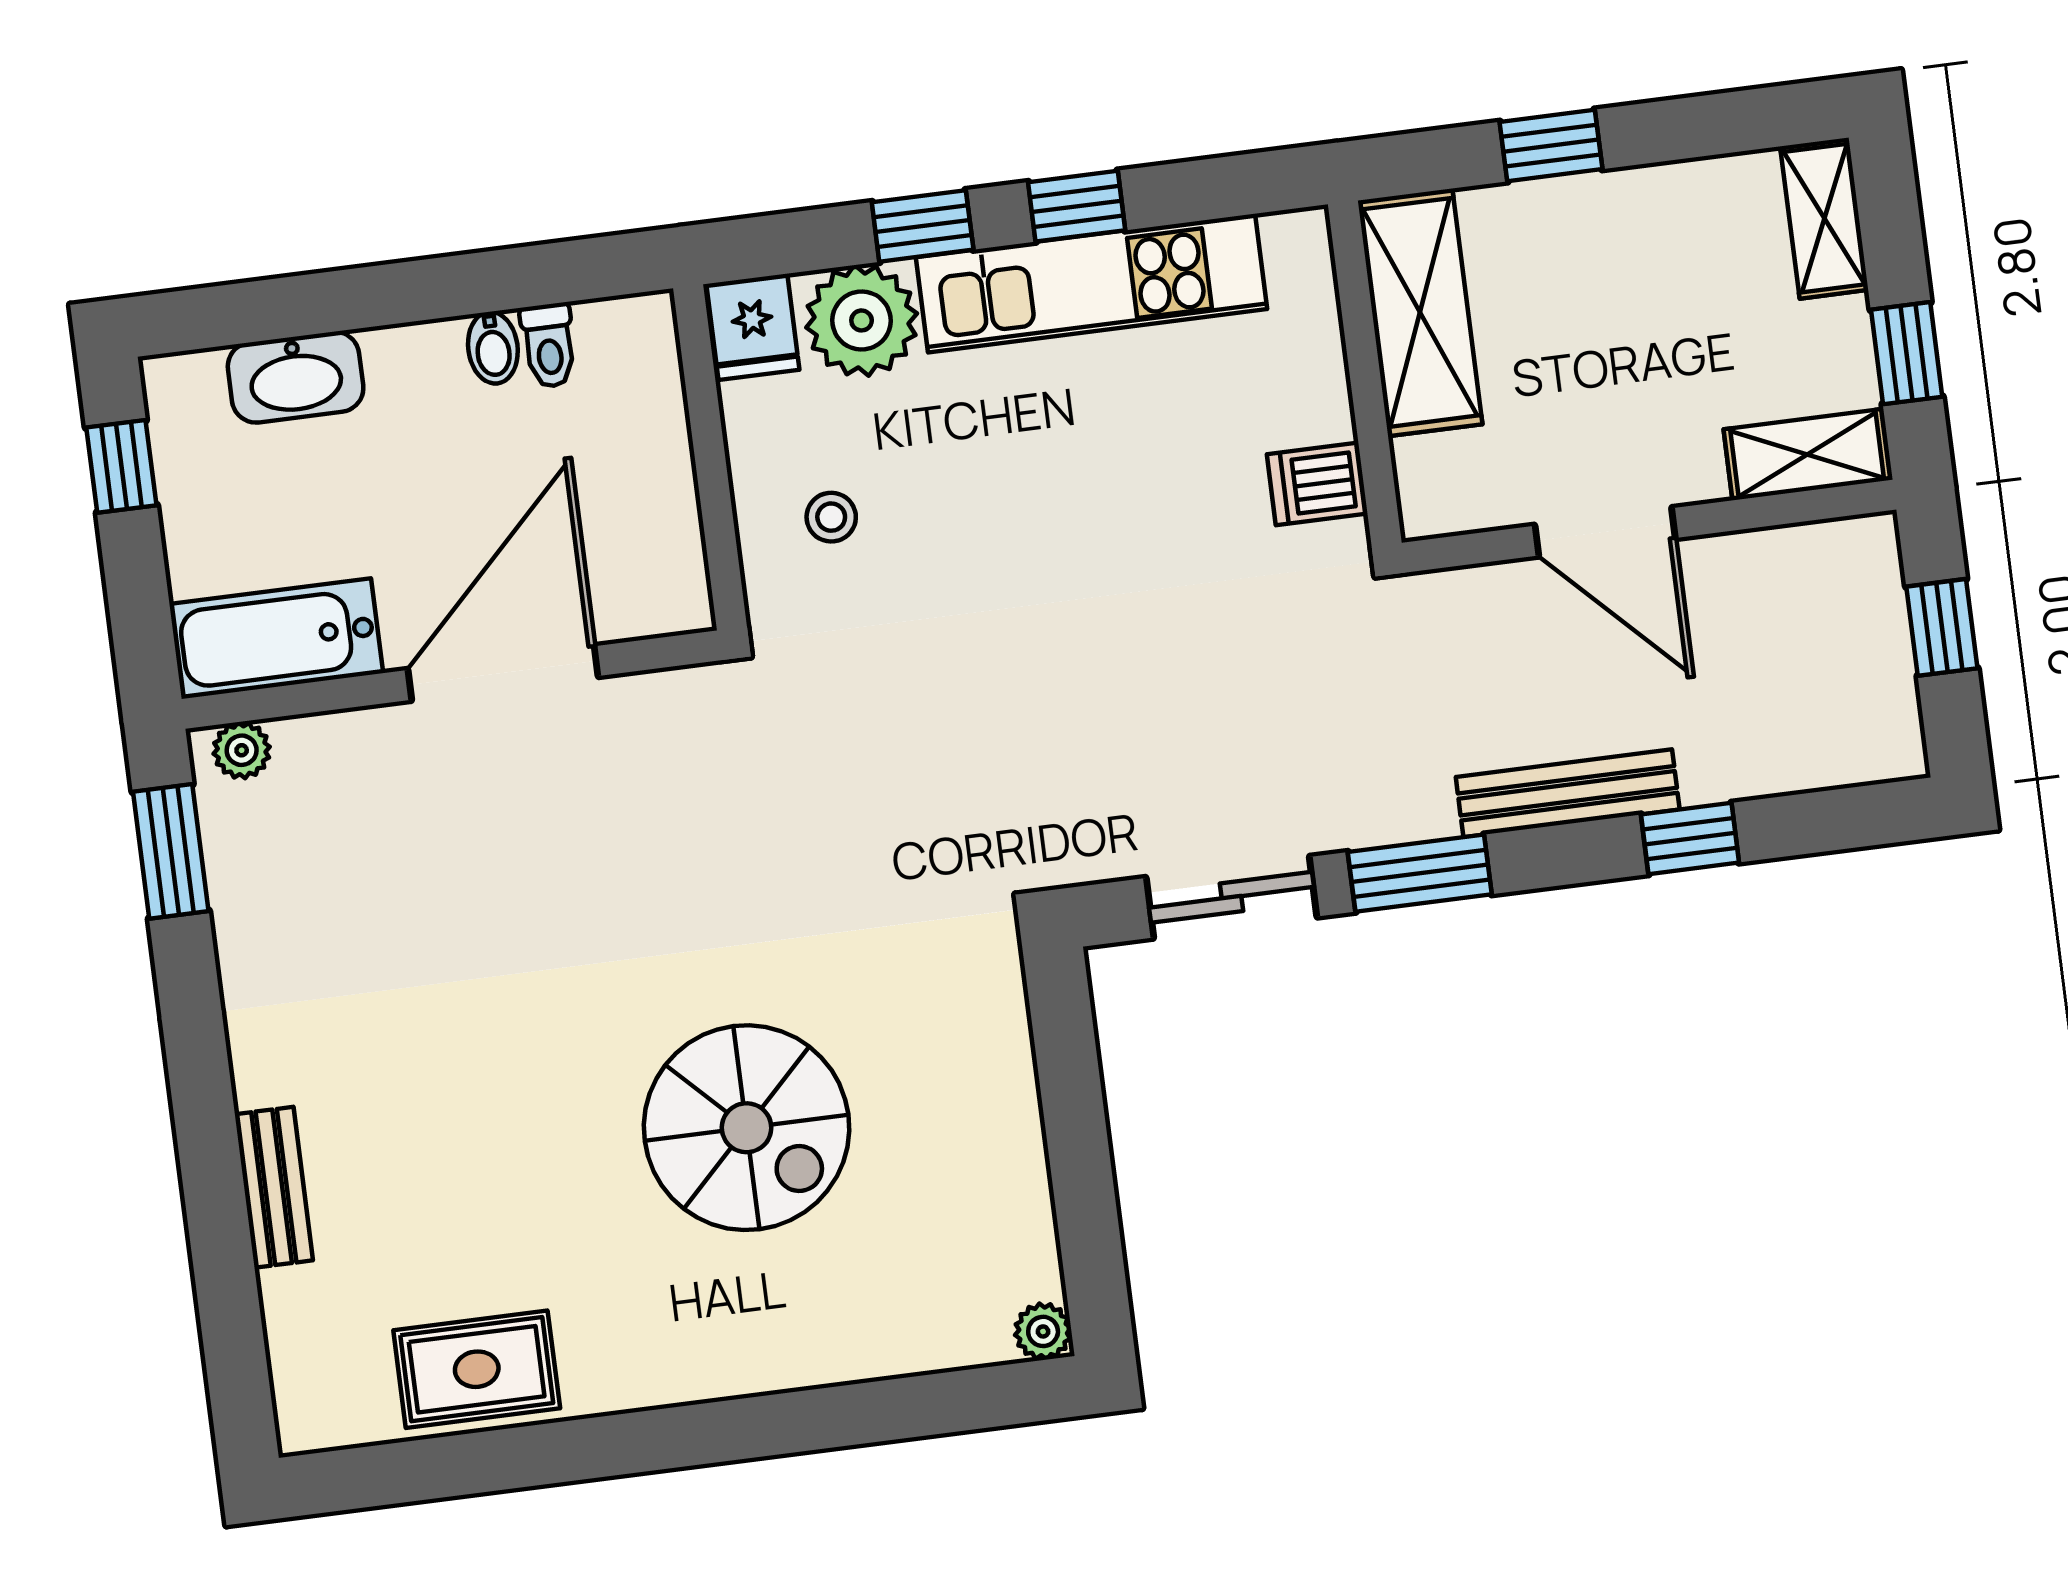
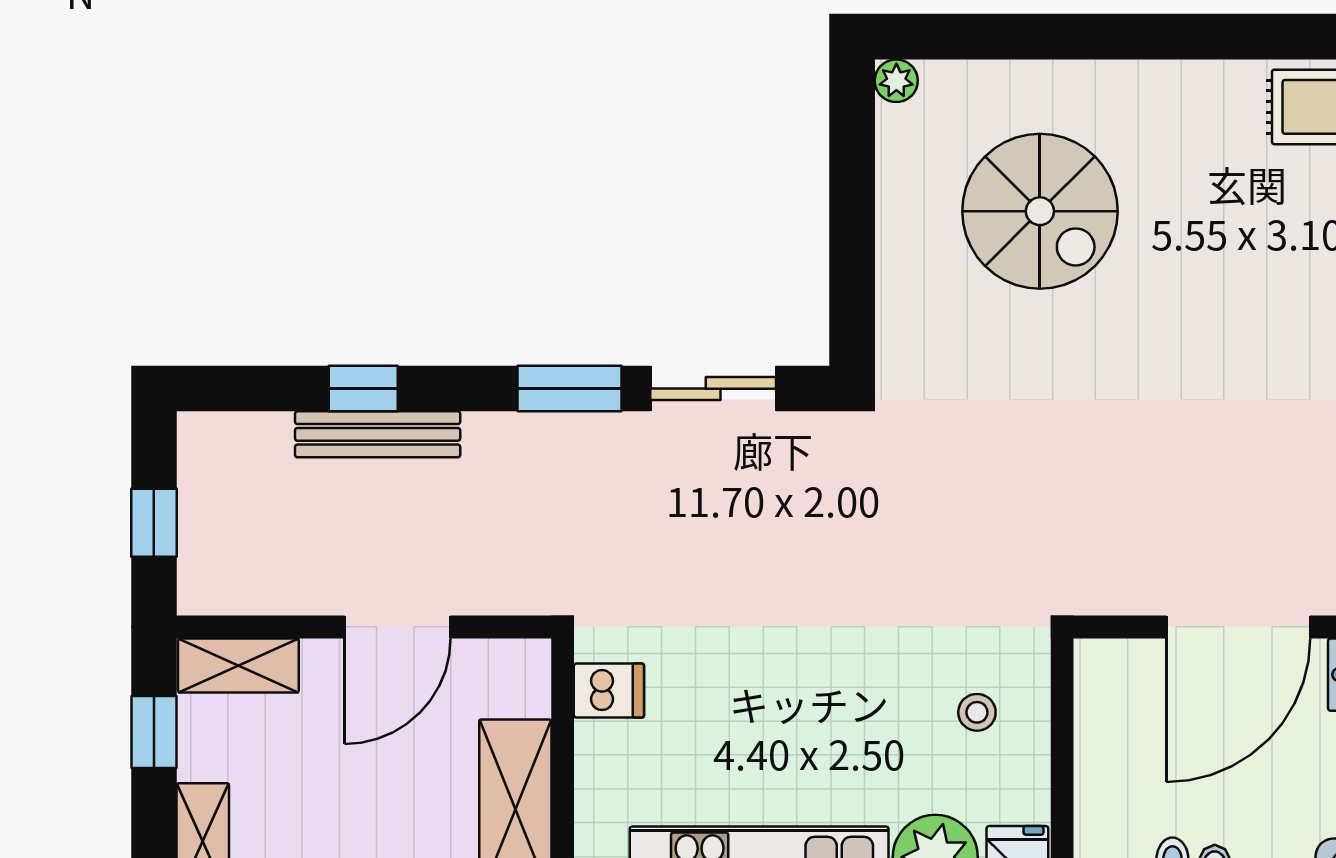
door: (1605, 532) -> (398, 627), swing flipped
bench: (1568, 793) -> (378, 434), moved
spiral stairs: (747, 1128) -> (1040, 211), moved, turned 180

